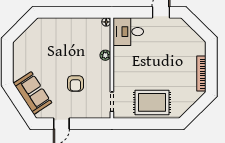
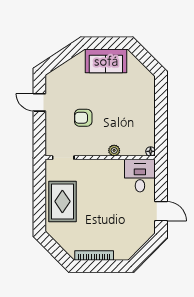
sofa: (33, 93) -> (106, 61), moved, turned 33

